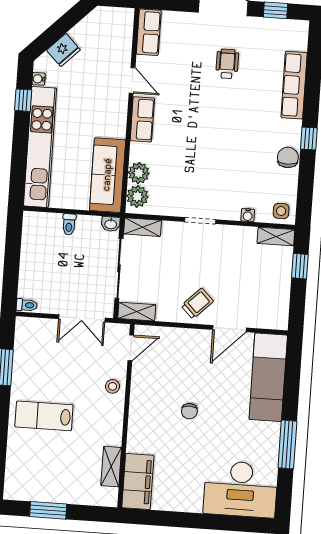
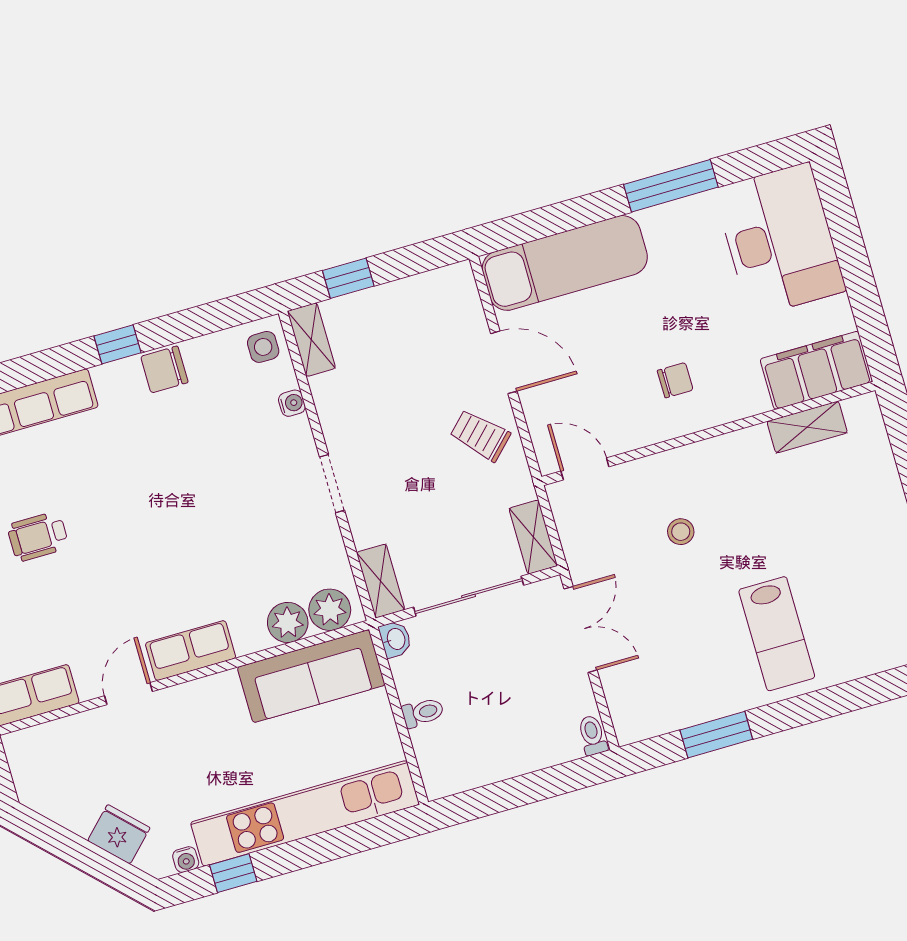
door: (131, 348) -> (585, 469), moved
wall: (126, 416) -> (708, 433), moved
shelving: (111, 467) -> (807, 427), moved
filing cabinet: (138, 482) -> (816, 370), moved

